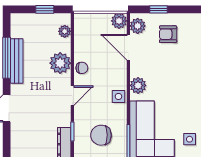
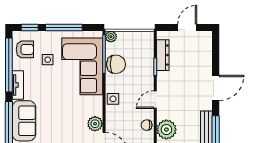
plant: (138, 85) -> (95, 124), moved
chair: (101, 135) -> (116, 64), moved

